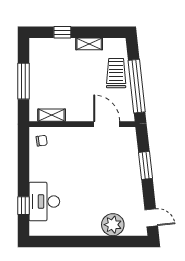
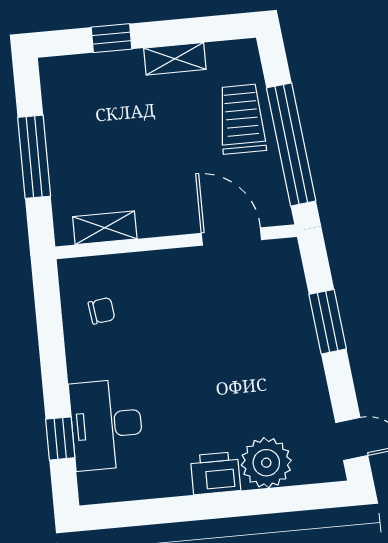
chair: (42, 141) -> (102, 311), moved
printer: (90, 227) -> (215, 473), added

